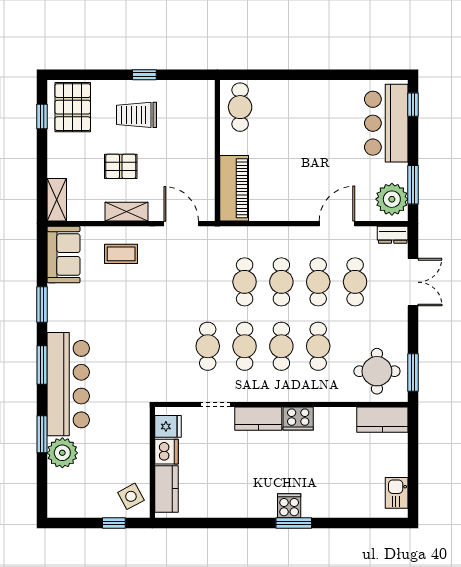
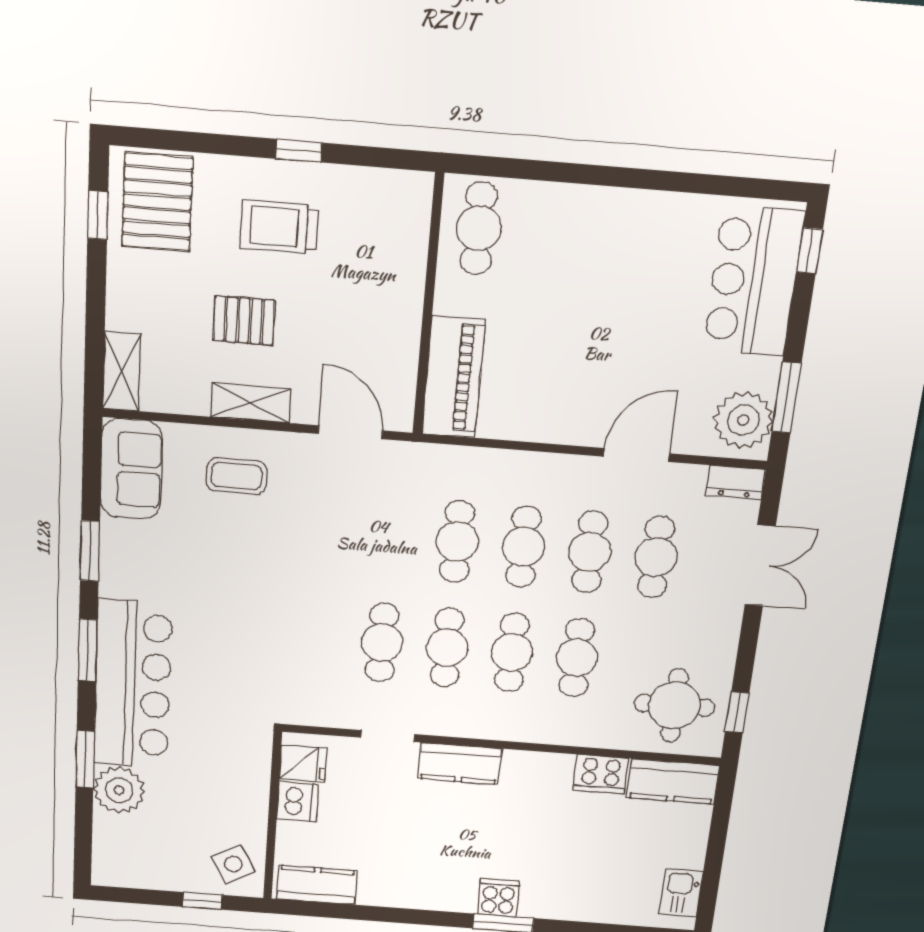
window: (413, 372) -> (737, 712), width x0.67
cooker: (298, 418) -> (601, 774), moved
kitchen counter: (166, 489) -> (317, 885), moved, turned -90

